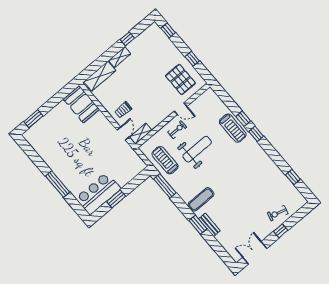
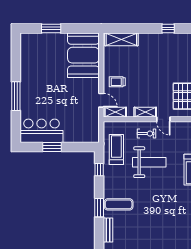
shelving: (120, 57) -> (145, 112), moved
booth: (81, 104) -> (83, 55), width x1.36, depth x1.42
window: (33, 119) -> (51, 28), moved
door: (123, 133) -> (101, 100), hinge flipped
window: (165, 186) -> (99, 170), width x0.46
window: (198, 225) -> (99, 208), moved

